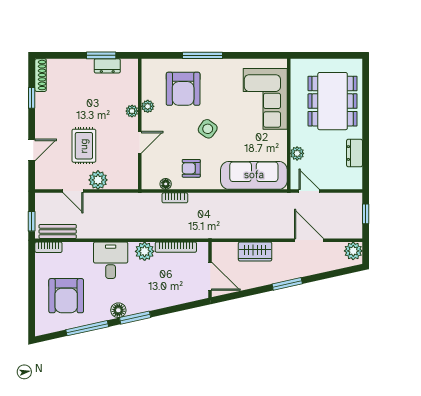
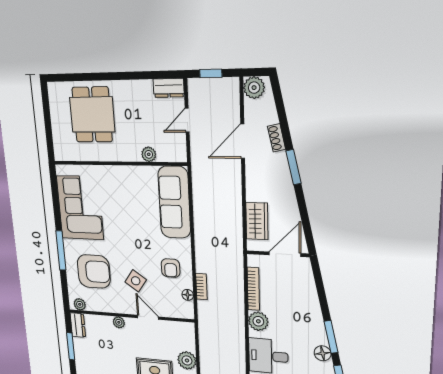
dresser: (107, 66) -> (78, 325), moved
corner sofa: (265, 99) -> (80, 208), moved, turned -90
dining table: (333, 101) -> (92, 115), width x0.73
plant: (148, 106) -> (80, 304), moved
side table: (208, 129) -> (136, 281), moved
dresser: (354, 153) -> (169, 88), moved
door: (309, 191) -> (187, 120), moved
wardrobe: (255, 251) -> (257, 221), moved
shoe rack: (312, 270) -> (277, 138), added

